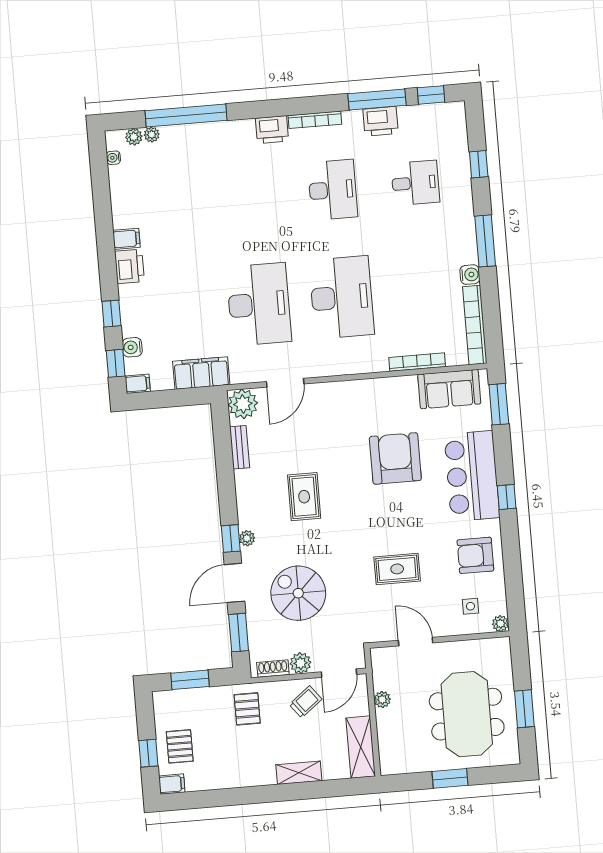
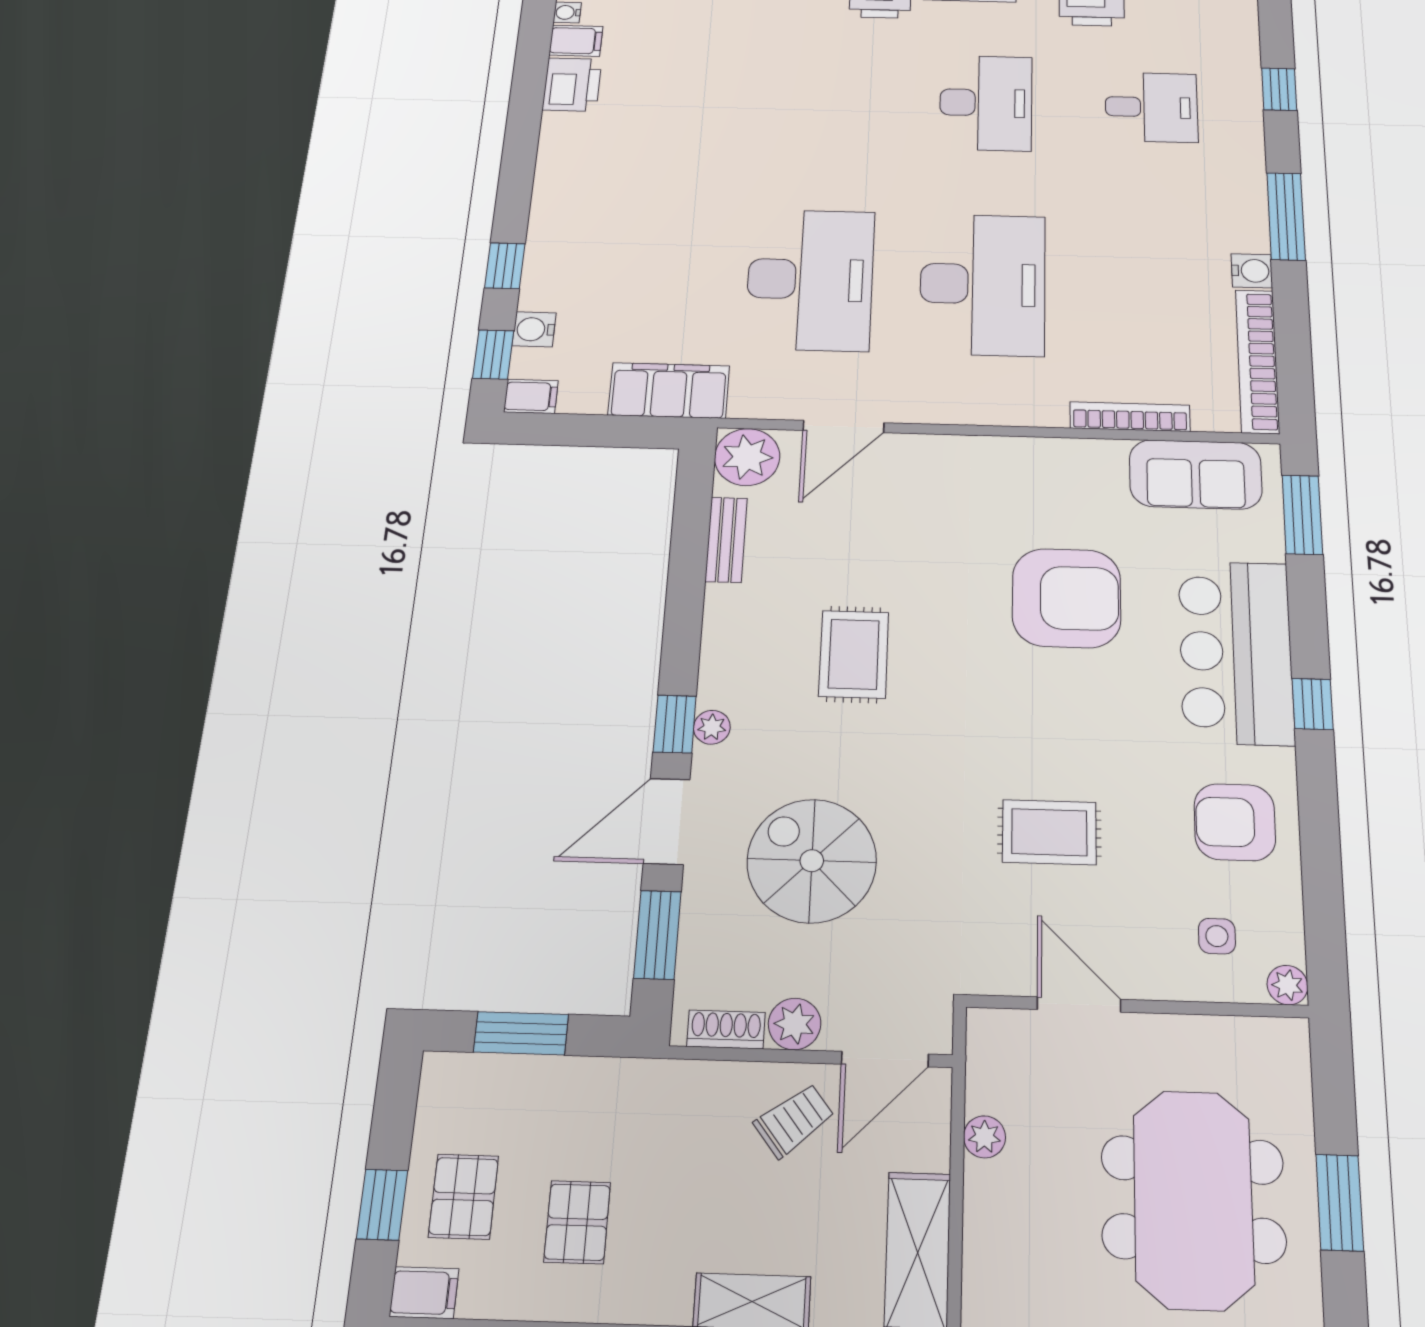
filing cabinet: (126, 239) -> (576, 41), moved
printer: (129, 266) -> (572, 85), moved
armchair: (395, 458) -> (1067, 598), turned 90
pallet: (247, 709) -> (577, 1222), moved

